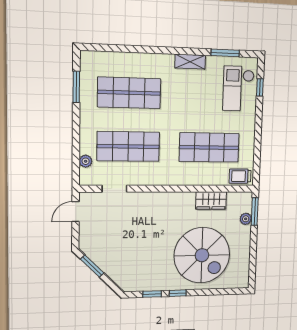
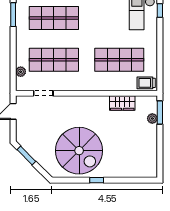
spiral stairs: (202, 255) -> (79, 151), moved
window: (152, 294) -> (75, 180), removed

